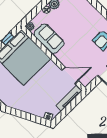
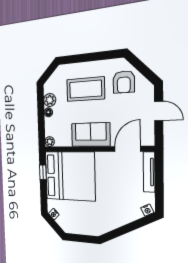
coffee table: (80, 21) -> (85, 89), added
sofa: (49, 39) -> (91, 135), moved

